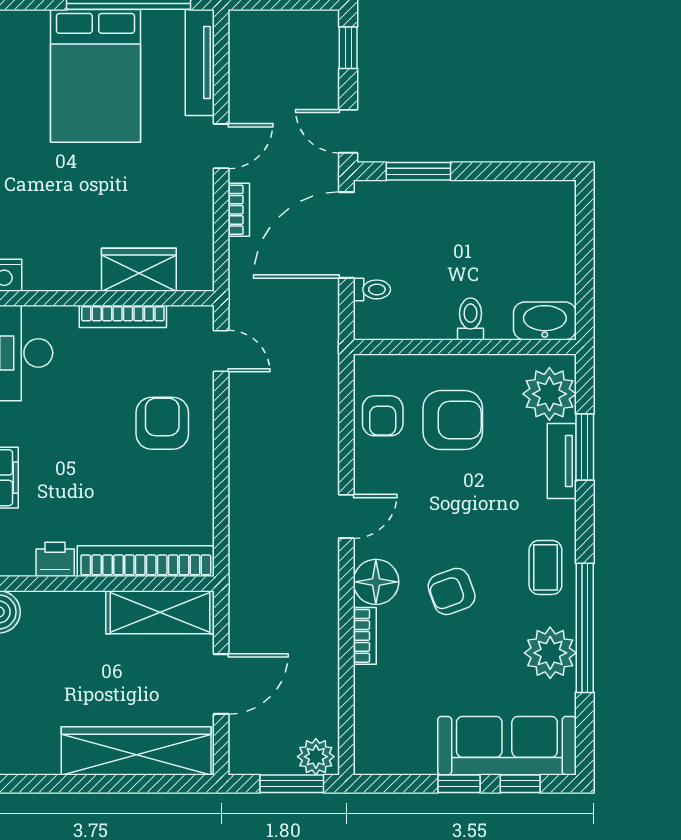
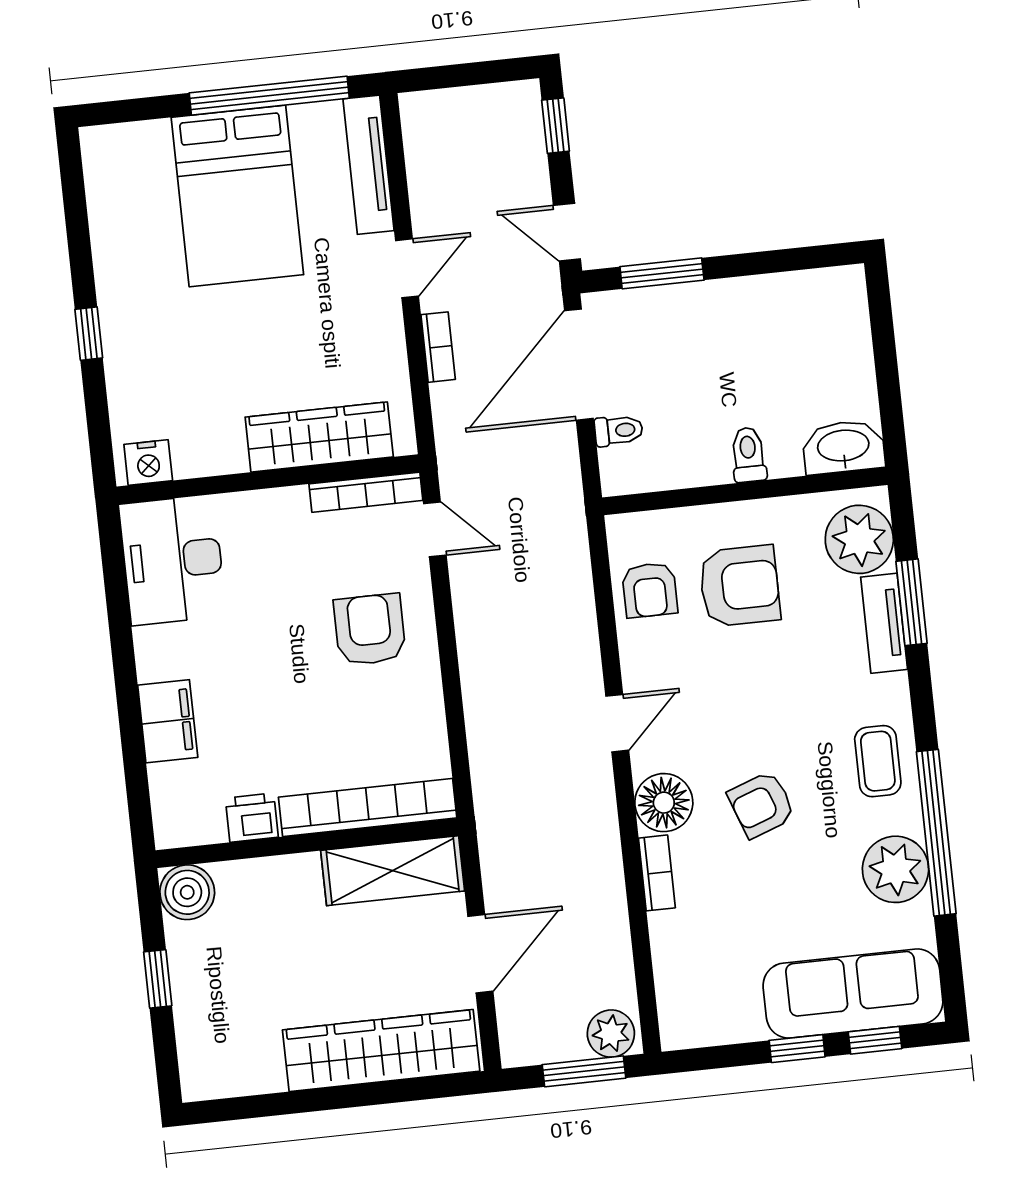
wardrobe: (139, 270) -> (319, 437), width x1.50
bookcase: (123, 316) -> (366, 492), moved

